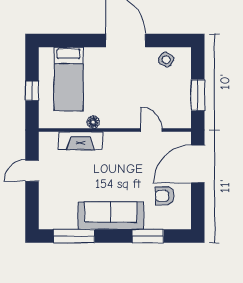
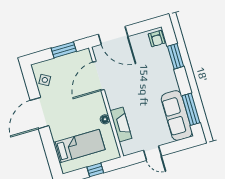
door: (151, 130) -> (98, 76), width x1.88
armchair: (165, 196) -> (157, 39), moved
sofa: (111, 216) -> (177, 116), moved

